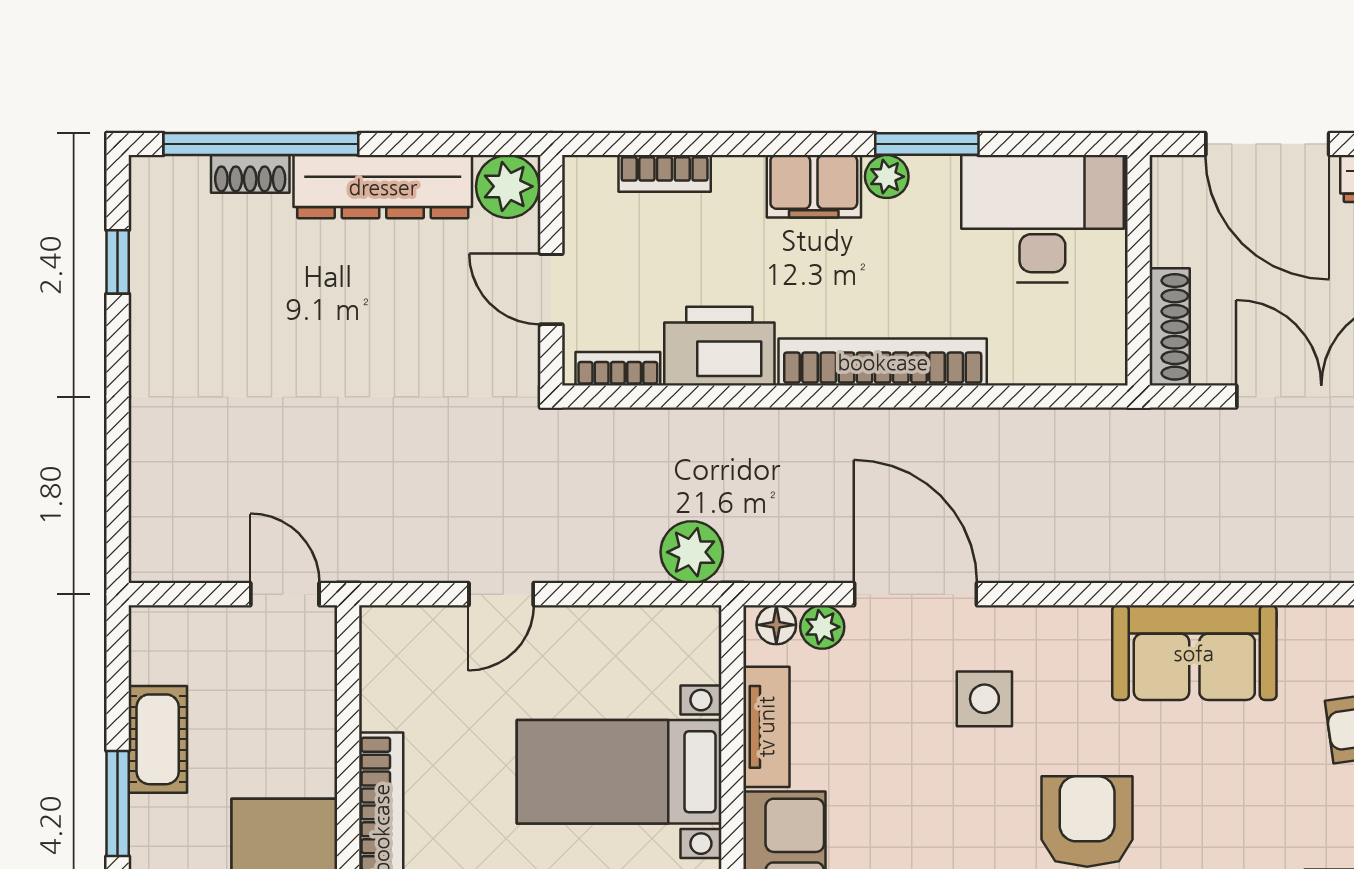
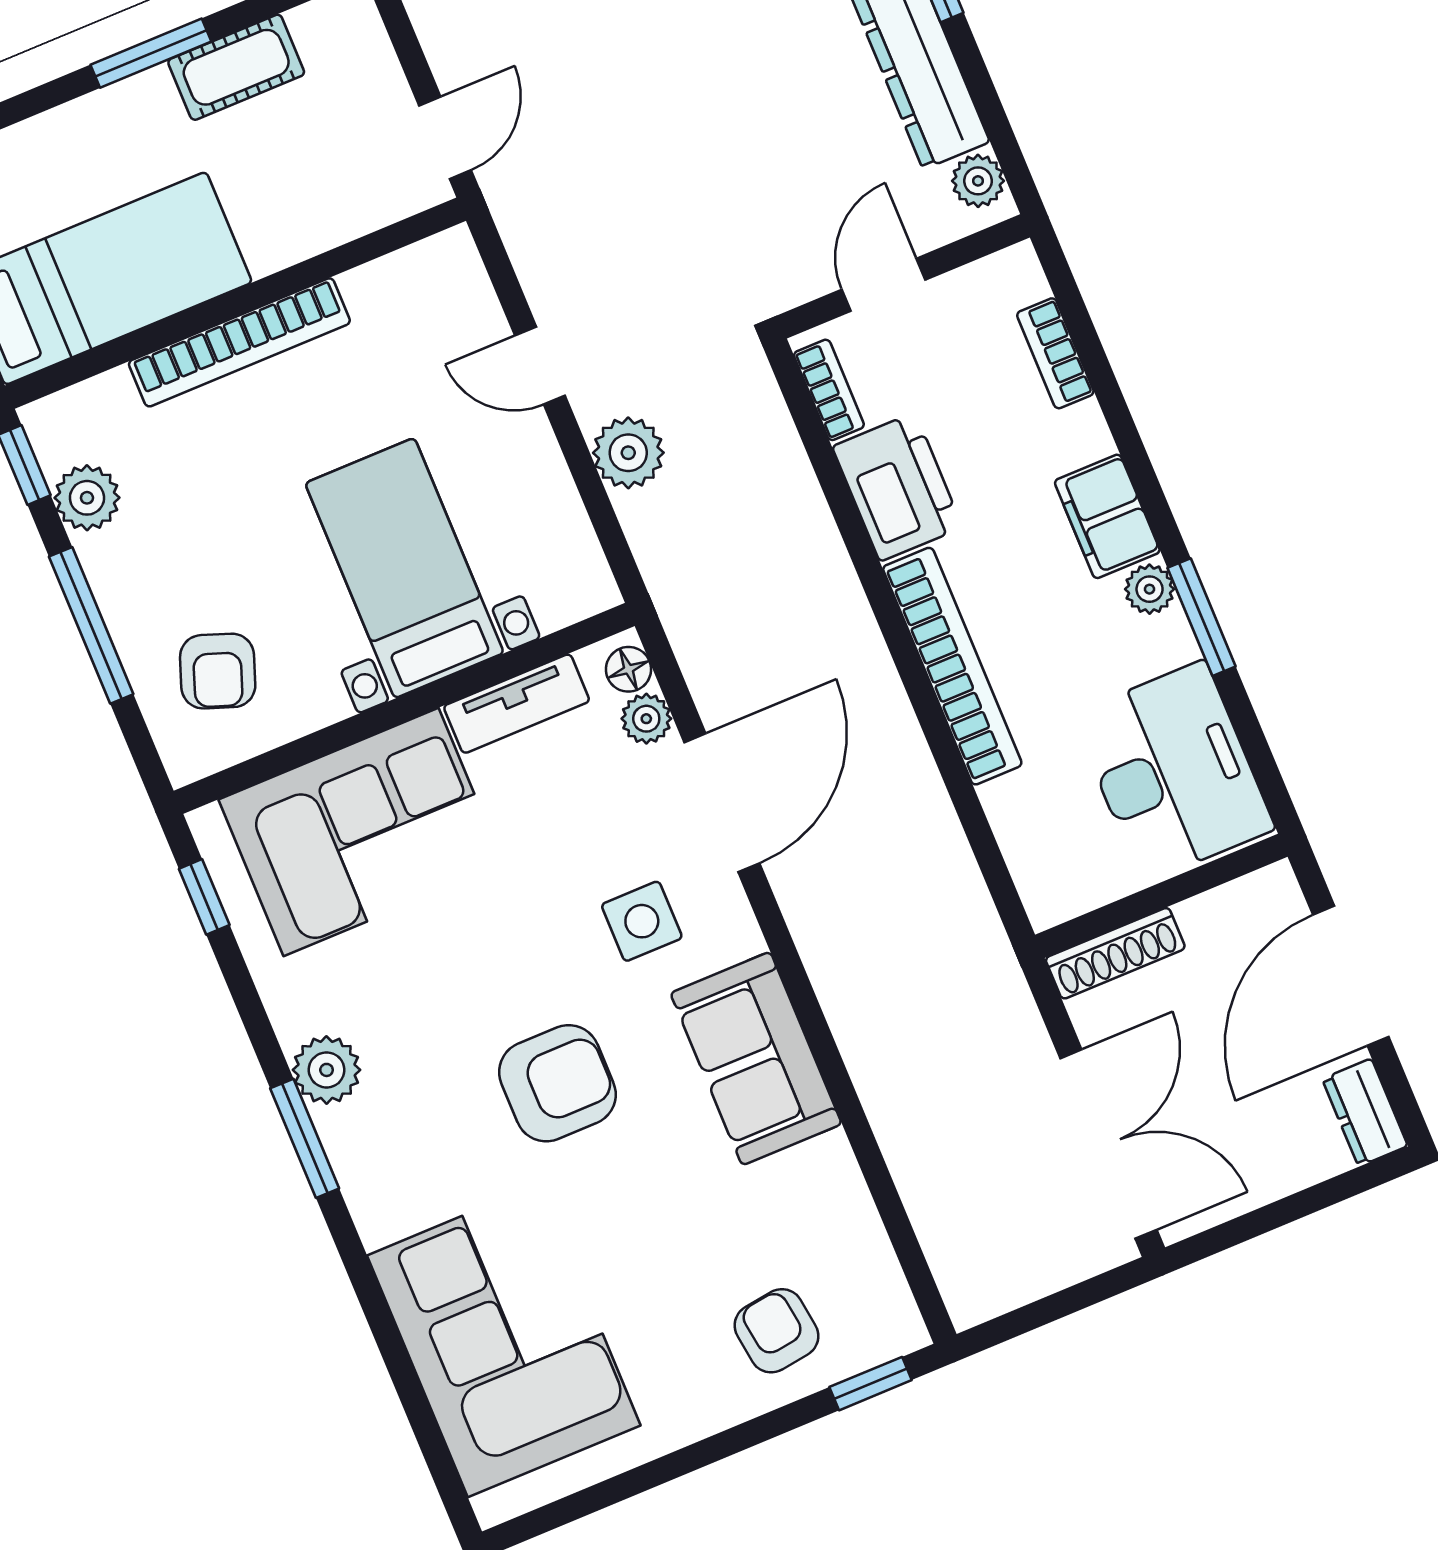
plant: (508, 186) -> (978, 181), width x0.73, depth x0.73
plant: (692, 552) -> (628, 453), moved
sofa: (1194, 653) -> (756, 1058), moved

